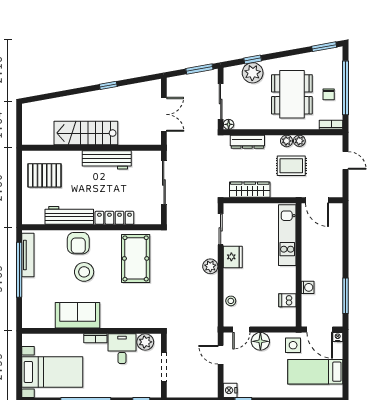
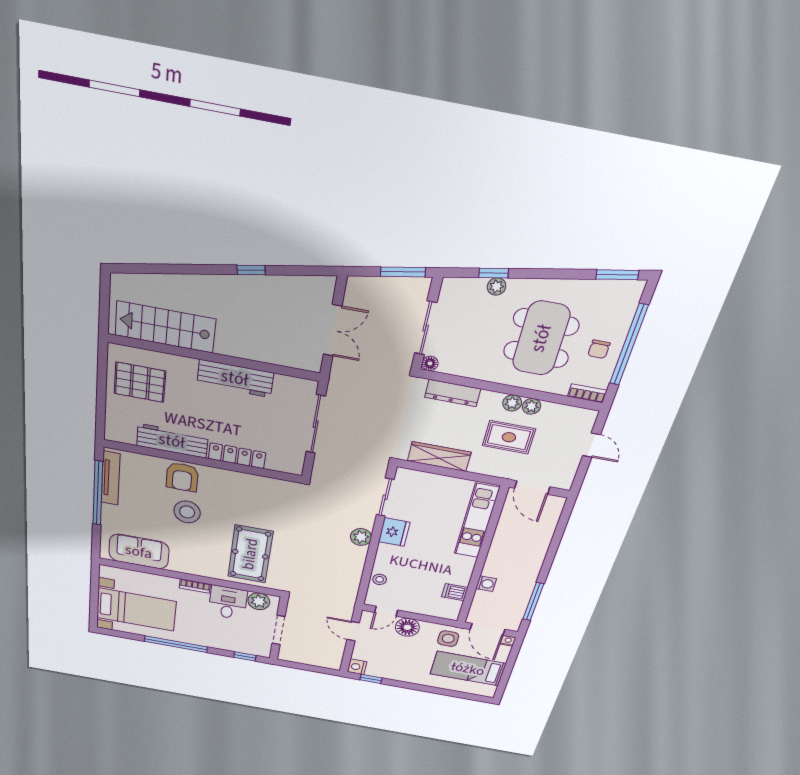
plant: (253, 73) -> (496, 287), width x0.53, depth x0.53
stairs: (86, 133) -> (165, 327), moved
pool table: (136, 258) -> (250, 554), moved
sofa: (78, 315) -> (139, 552), moved

